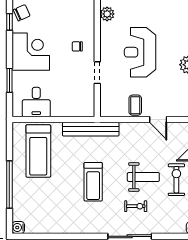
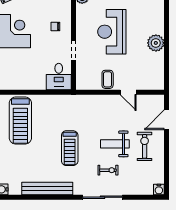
desk: (36, 102) -> (59, 77), moved
bench: (91, 129) -> (47, 189), moved
weight bench: (143, 177) -> (115, 144), turned 180

